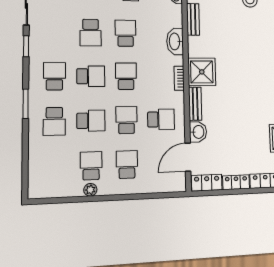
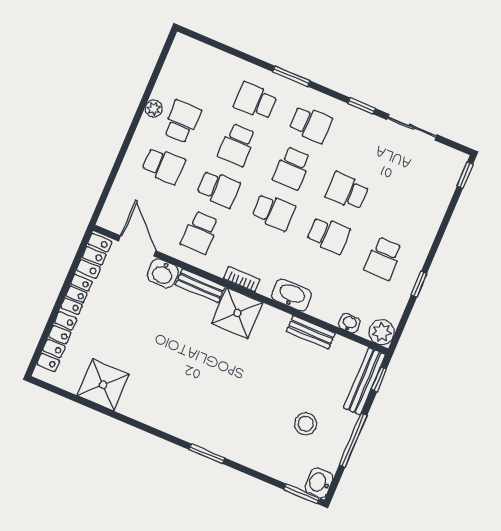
school desk: (91, 166) -> (182, 122), turned -90

